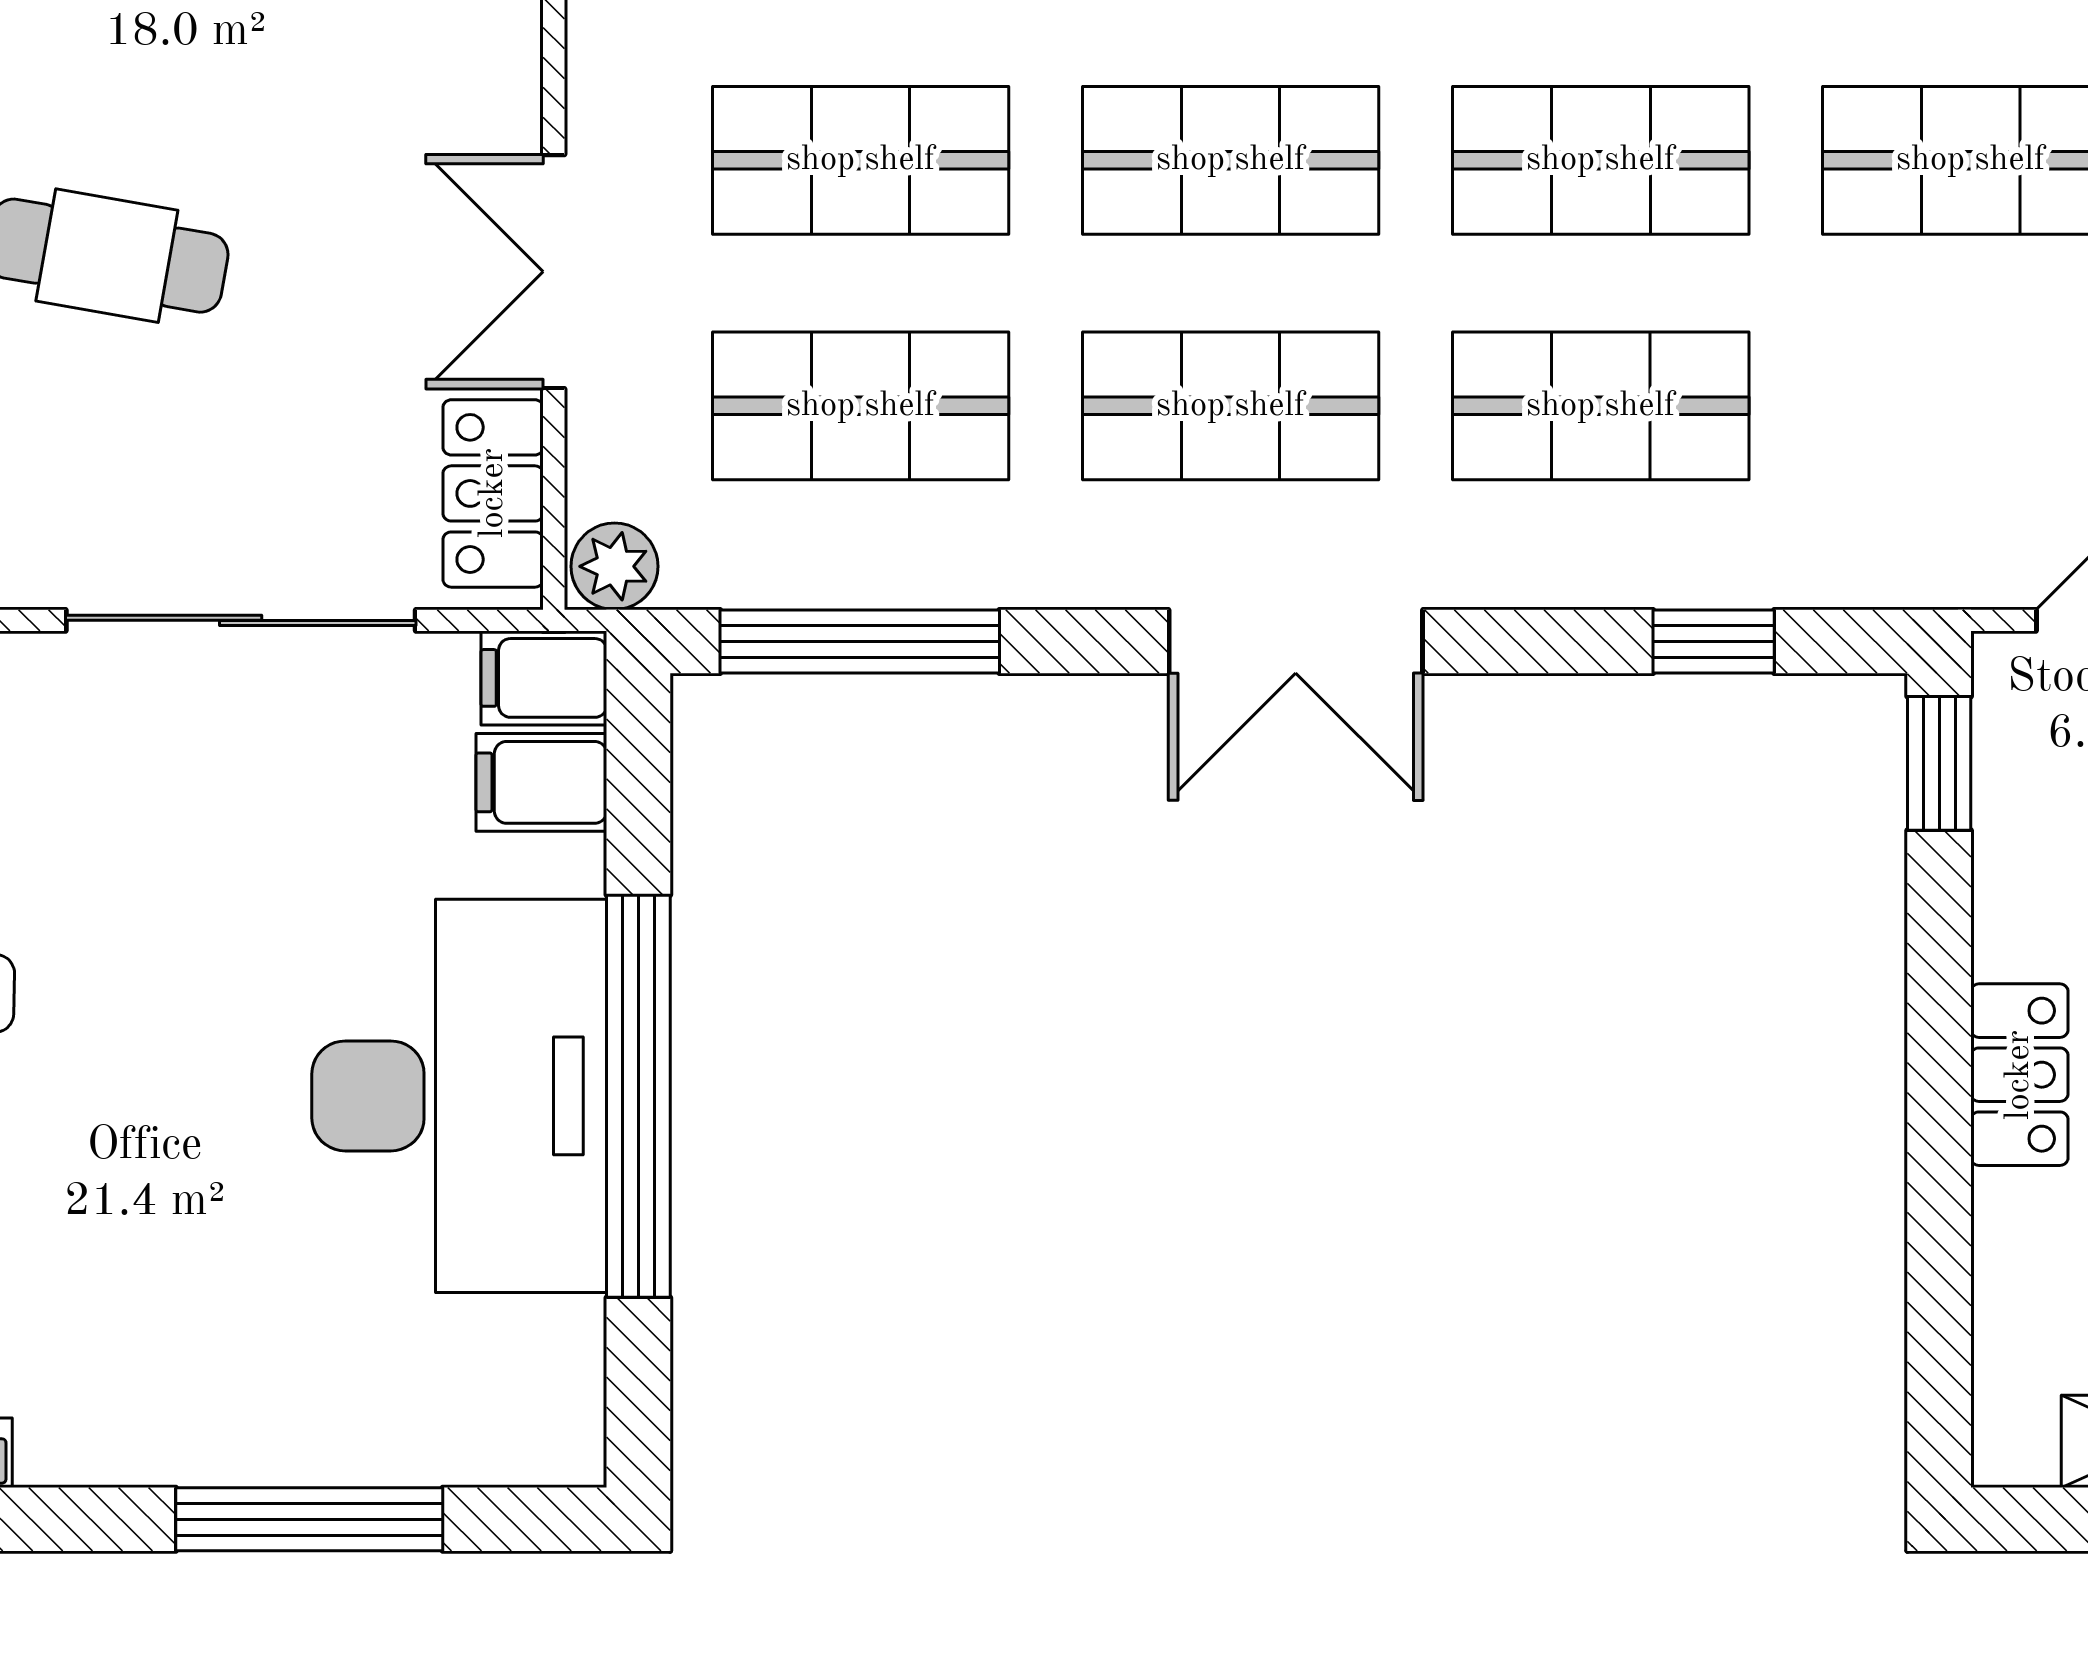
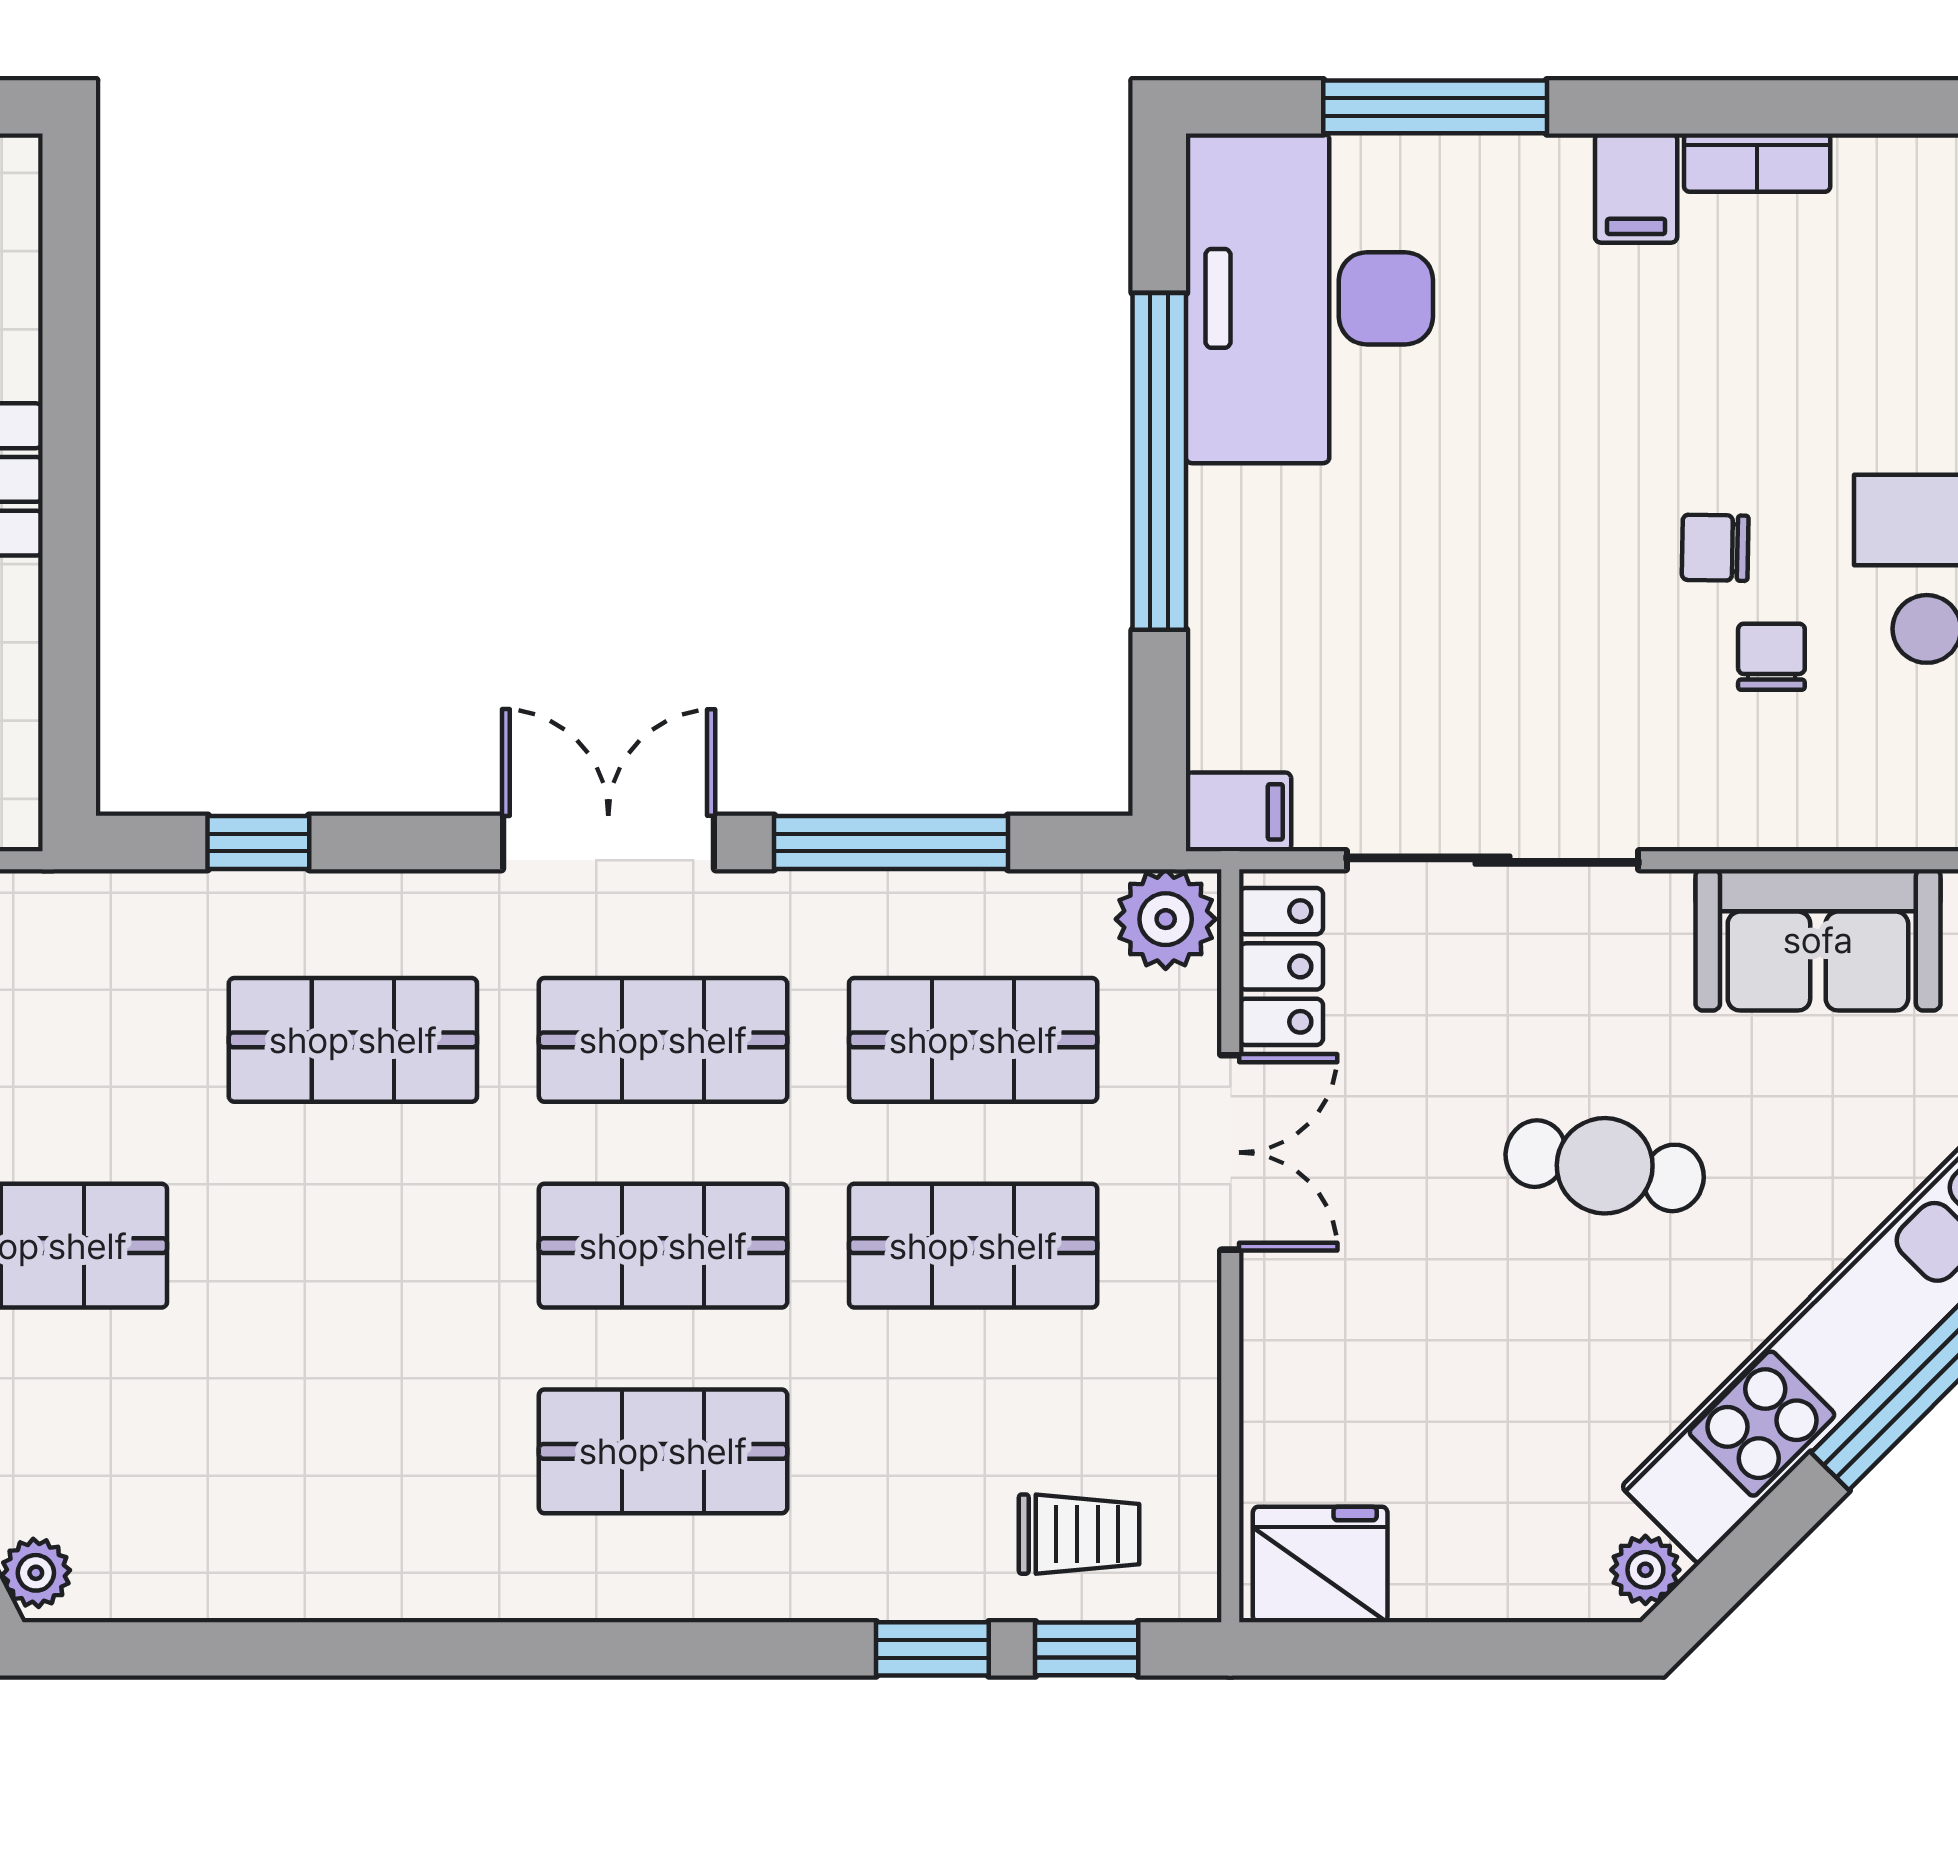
shop shelf: (1601, 160) -> (353, 1246), removed
plant: (615, 566) -> (1166, 919), width x1.38, depth x1.38
window: (860, 641) -> (891, 842), moved
window: (1939, 763) -> (69, 740), removed
filing cabinet: (541, 782) -> (1636, 188), moved, turned 90
desk: (459, 1096) -> (1309, 298), moved

